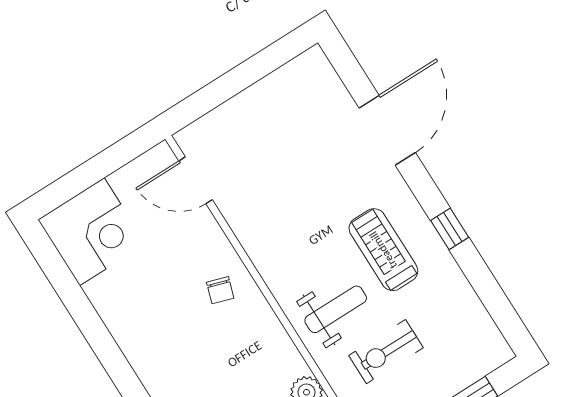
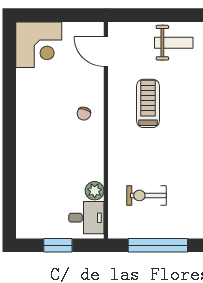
treadmill: (383, 250) -> (148, 103), moved
weight bench: (336, 309) -> (174, 43), moved

